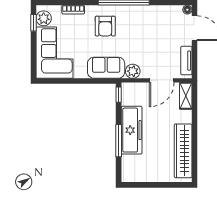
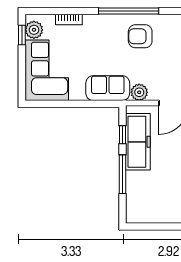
armchair: (105, 26) -> (140, 36), moved, turned 90
window: (119, 95) -> (123, 135), moved
freezer: (132, 130) -> (138, 142), moved

